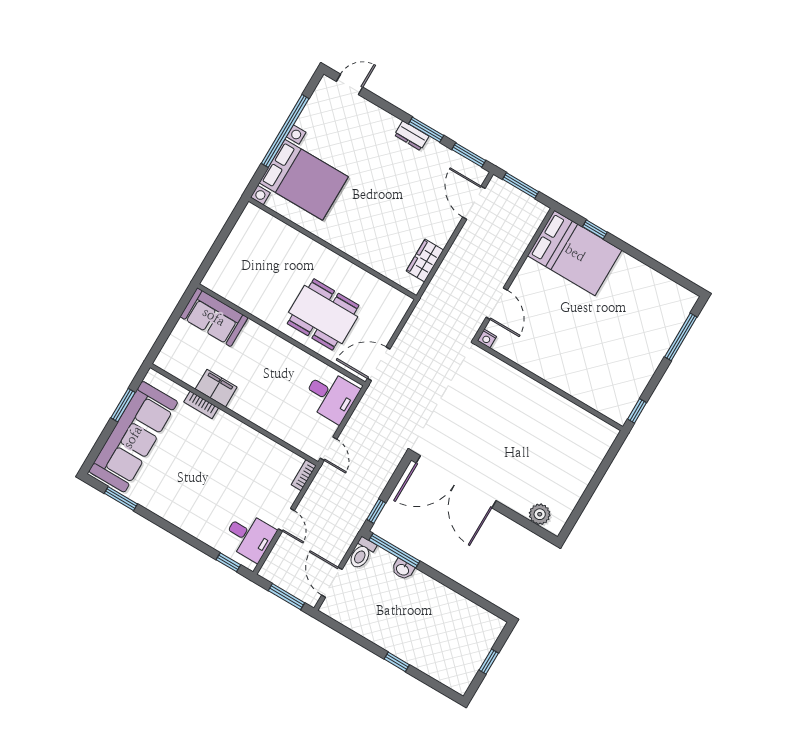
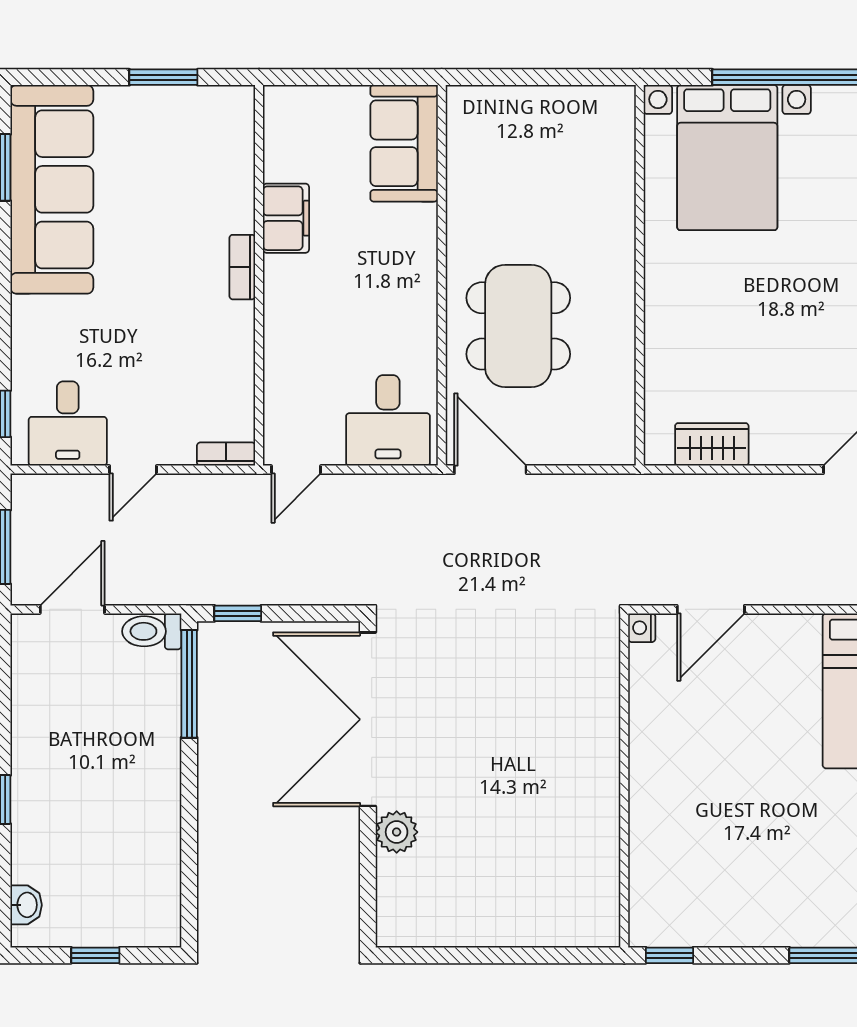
bookcase: (201, 405) -> (242, 267), moved
sofa: (133, 437) -> (52, 189), moved, turned -90
plant: (540, 514) -> (397, 832), moved
washbasin: (403, 569) -> (26, 905), moved, turned 180

